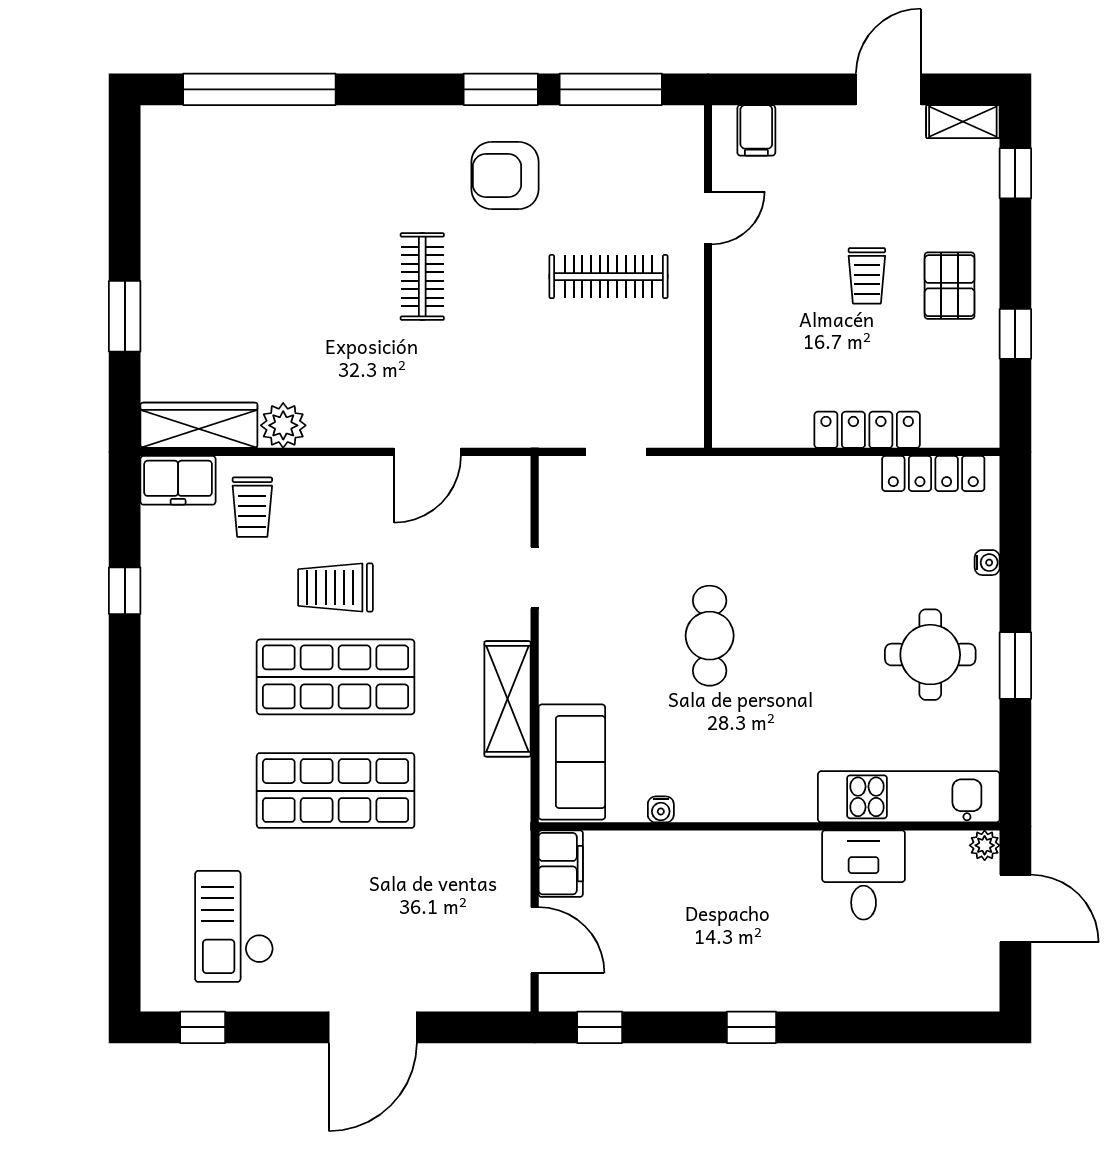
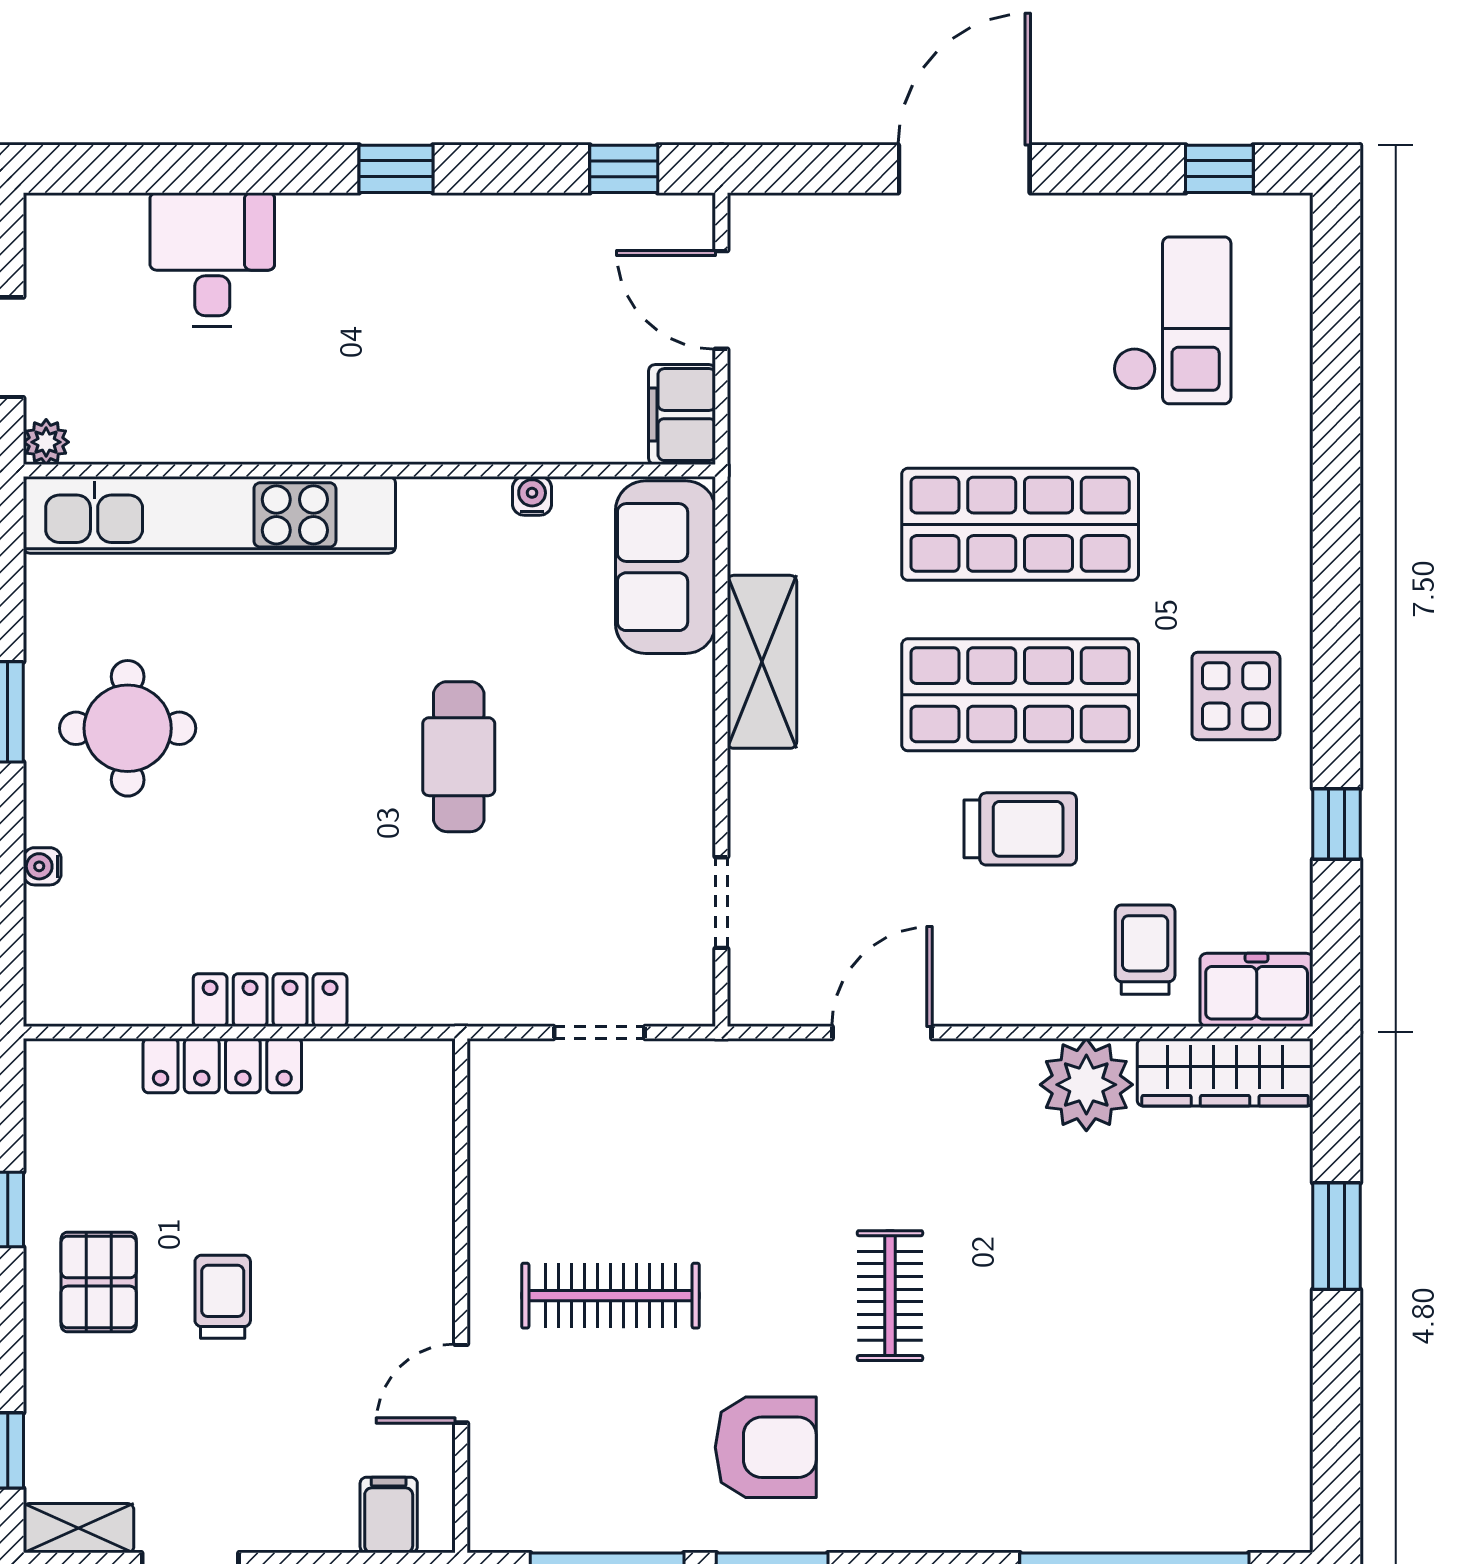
plant: (283, 425) -> (1086, 1085), width x1.36, depth x1.36
locker: (933, 473) -> (270, 1000), moved
doorway: (535, 578) -> (721, 903), moved
display table: (192, 676) -> (1236, 696), added
kitchen unit: (909, 797) -> (209, 515), width x1.36
desk: (864, 875) -> (212, 260), moved, turned 180

